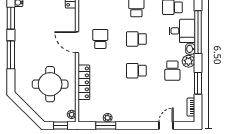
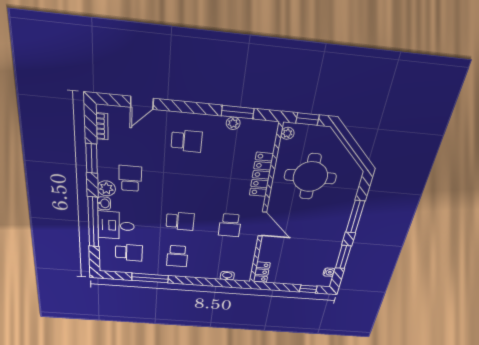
school desk: (136, 71) -> (187, 141), moved

